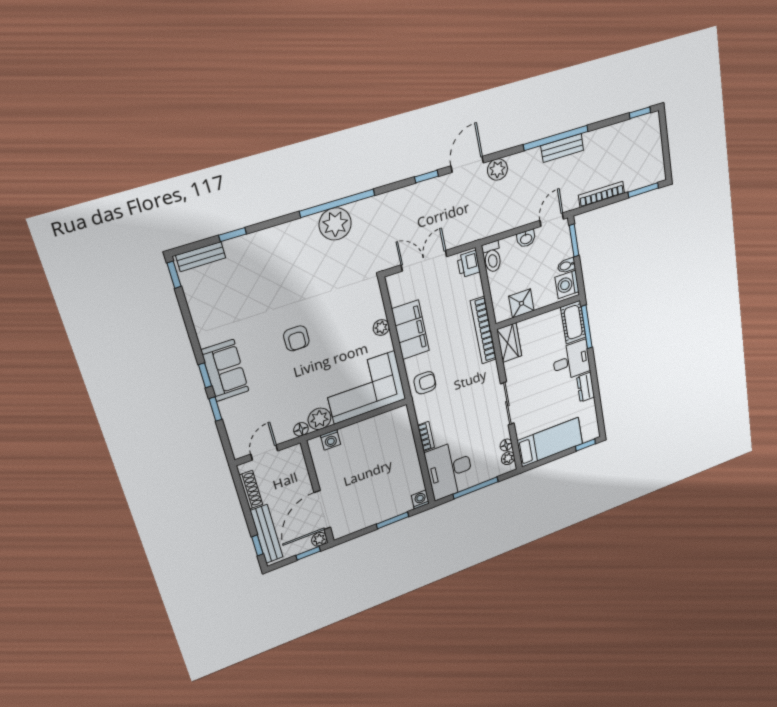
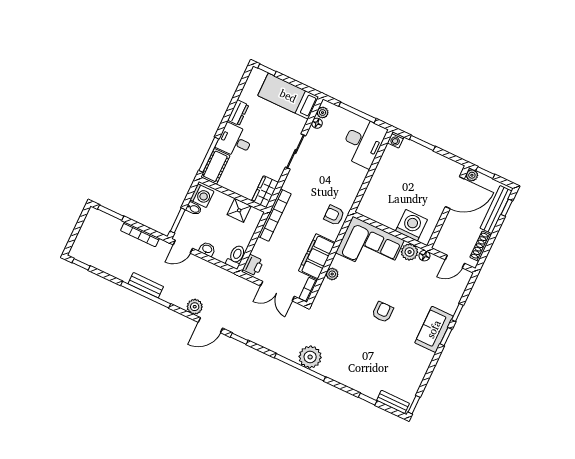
bookcase: (426, 436) -> (308, 290), moved
washing machine: (330, 440) -> (412, 225), width x1.89, depth x1.89

